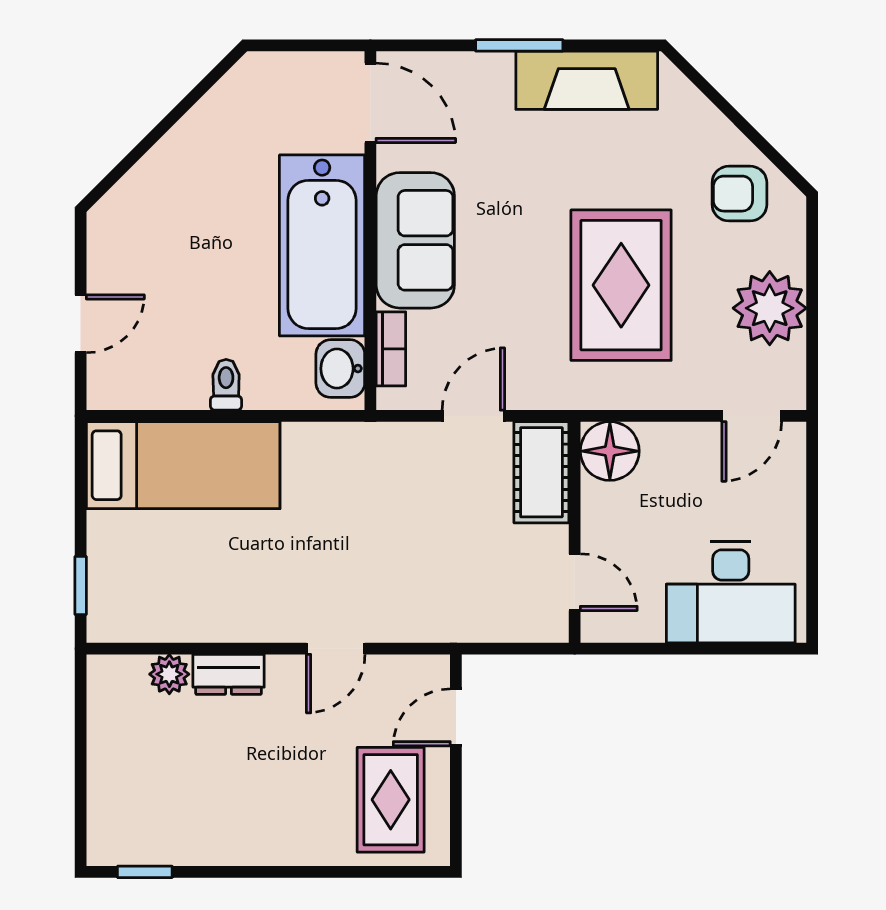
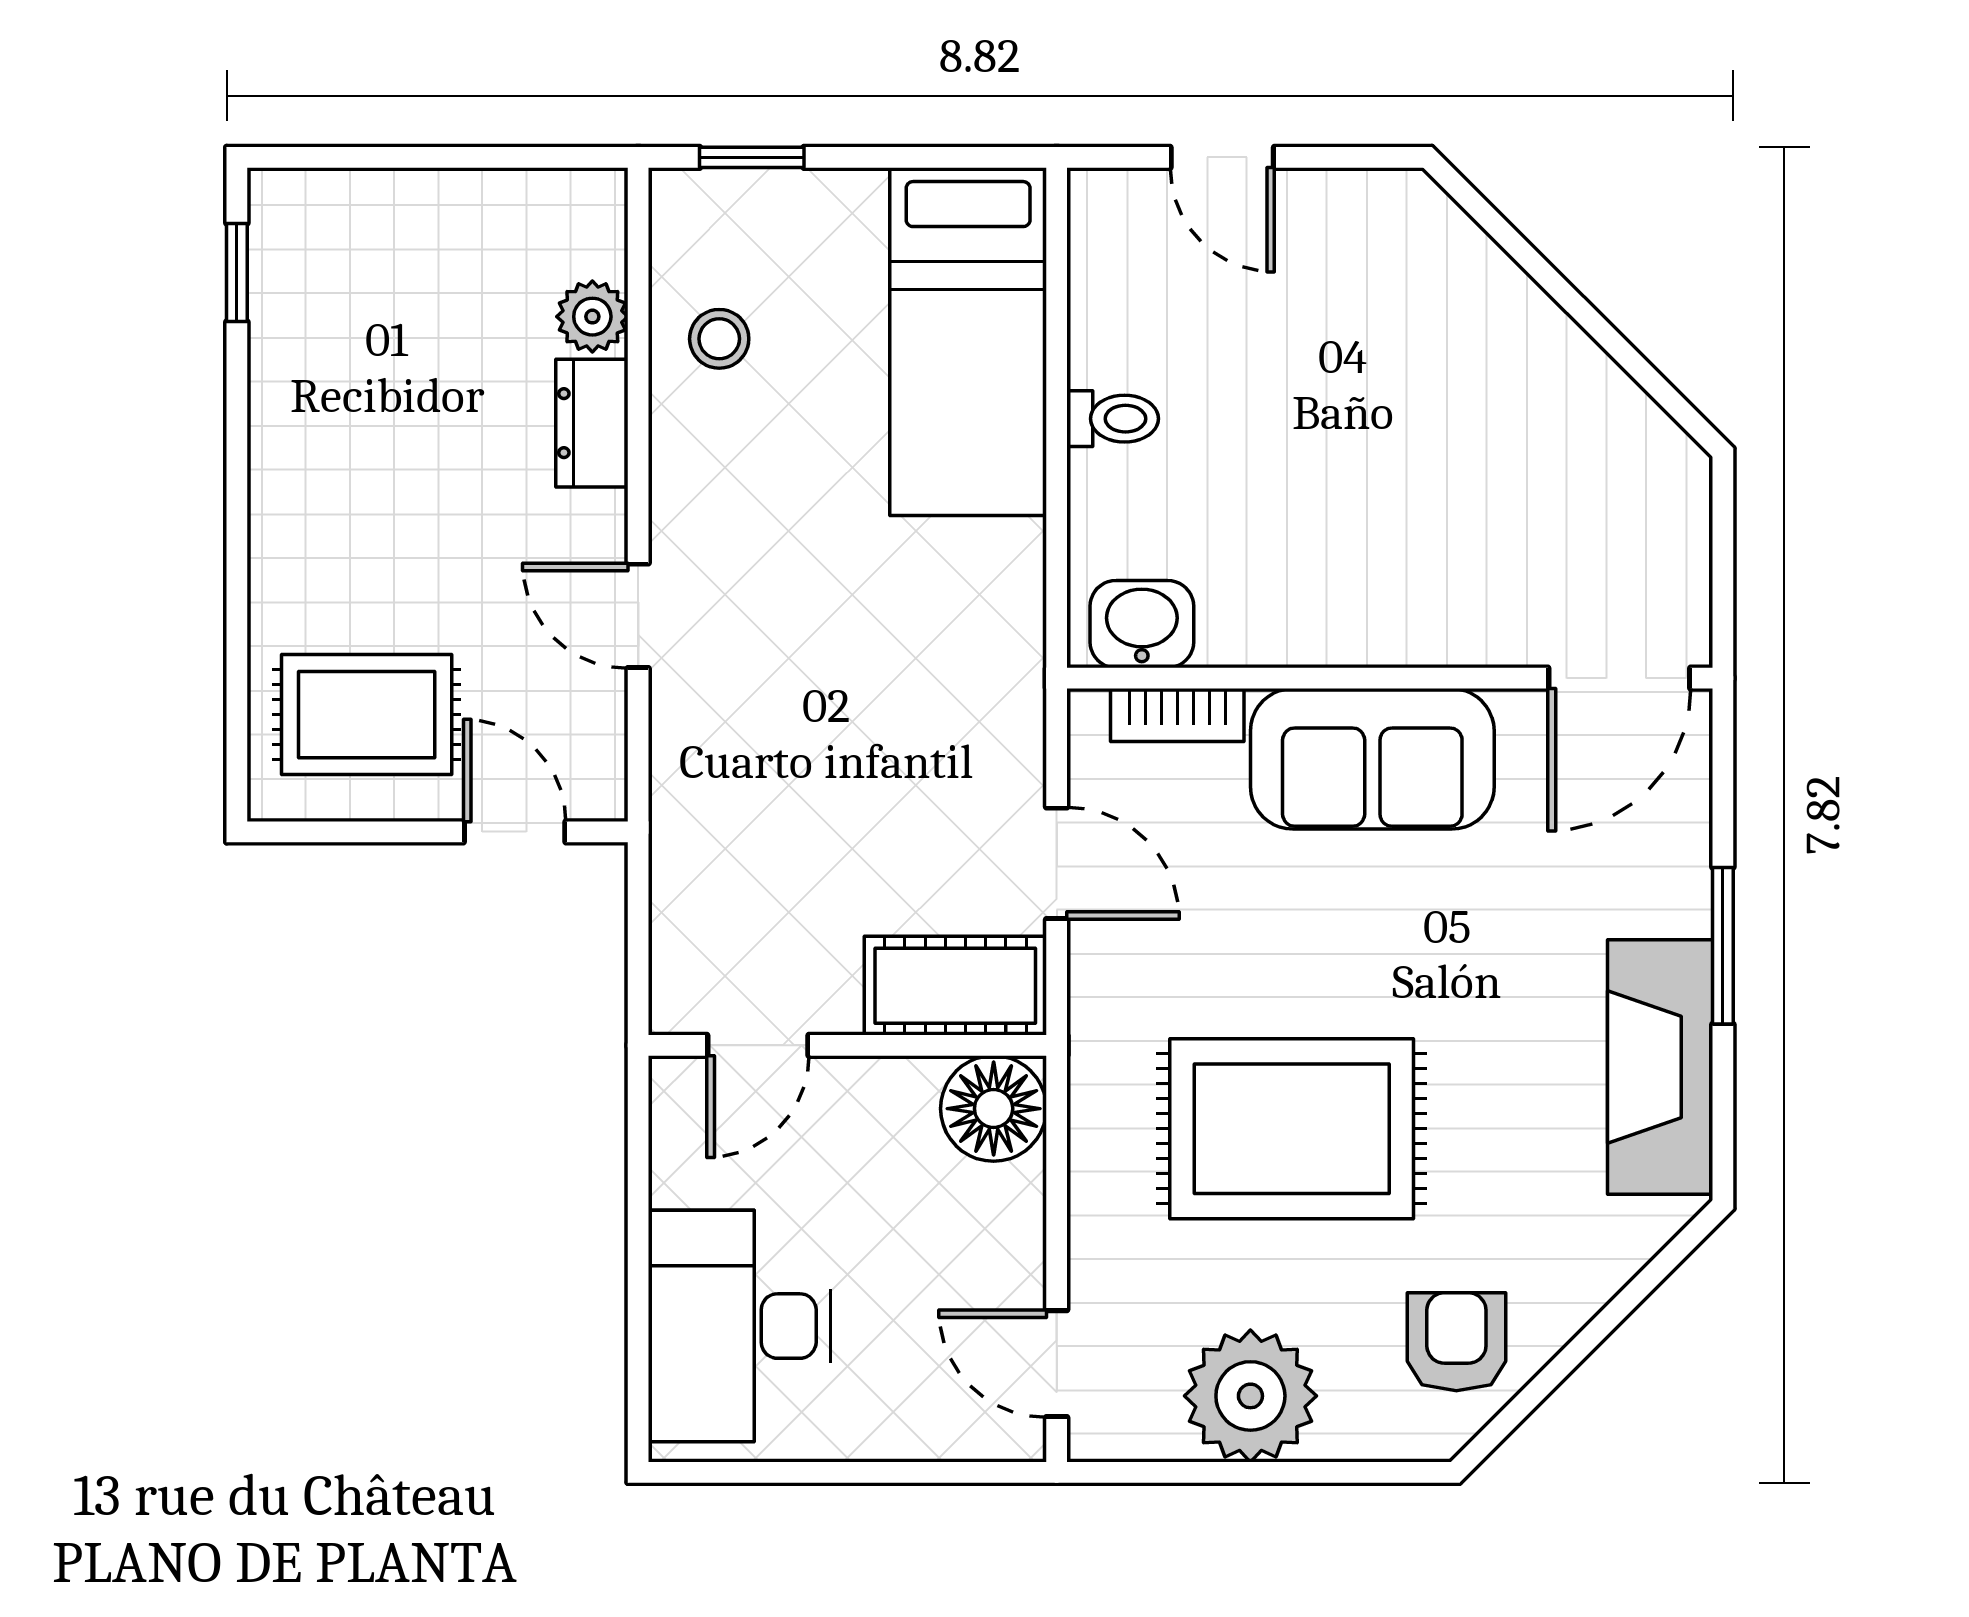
bathtub: (322, 245) -> (1363, 591), removed
stool: (182, 604) -> (719, 339), added

